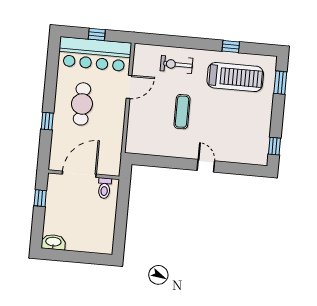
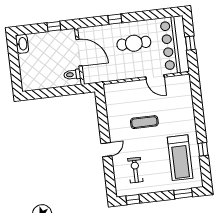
exercise bike: (176, 64) -> (135, 170), moved

